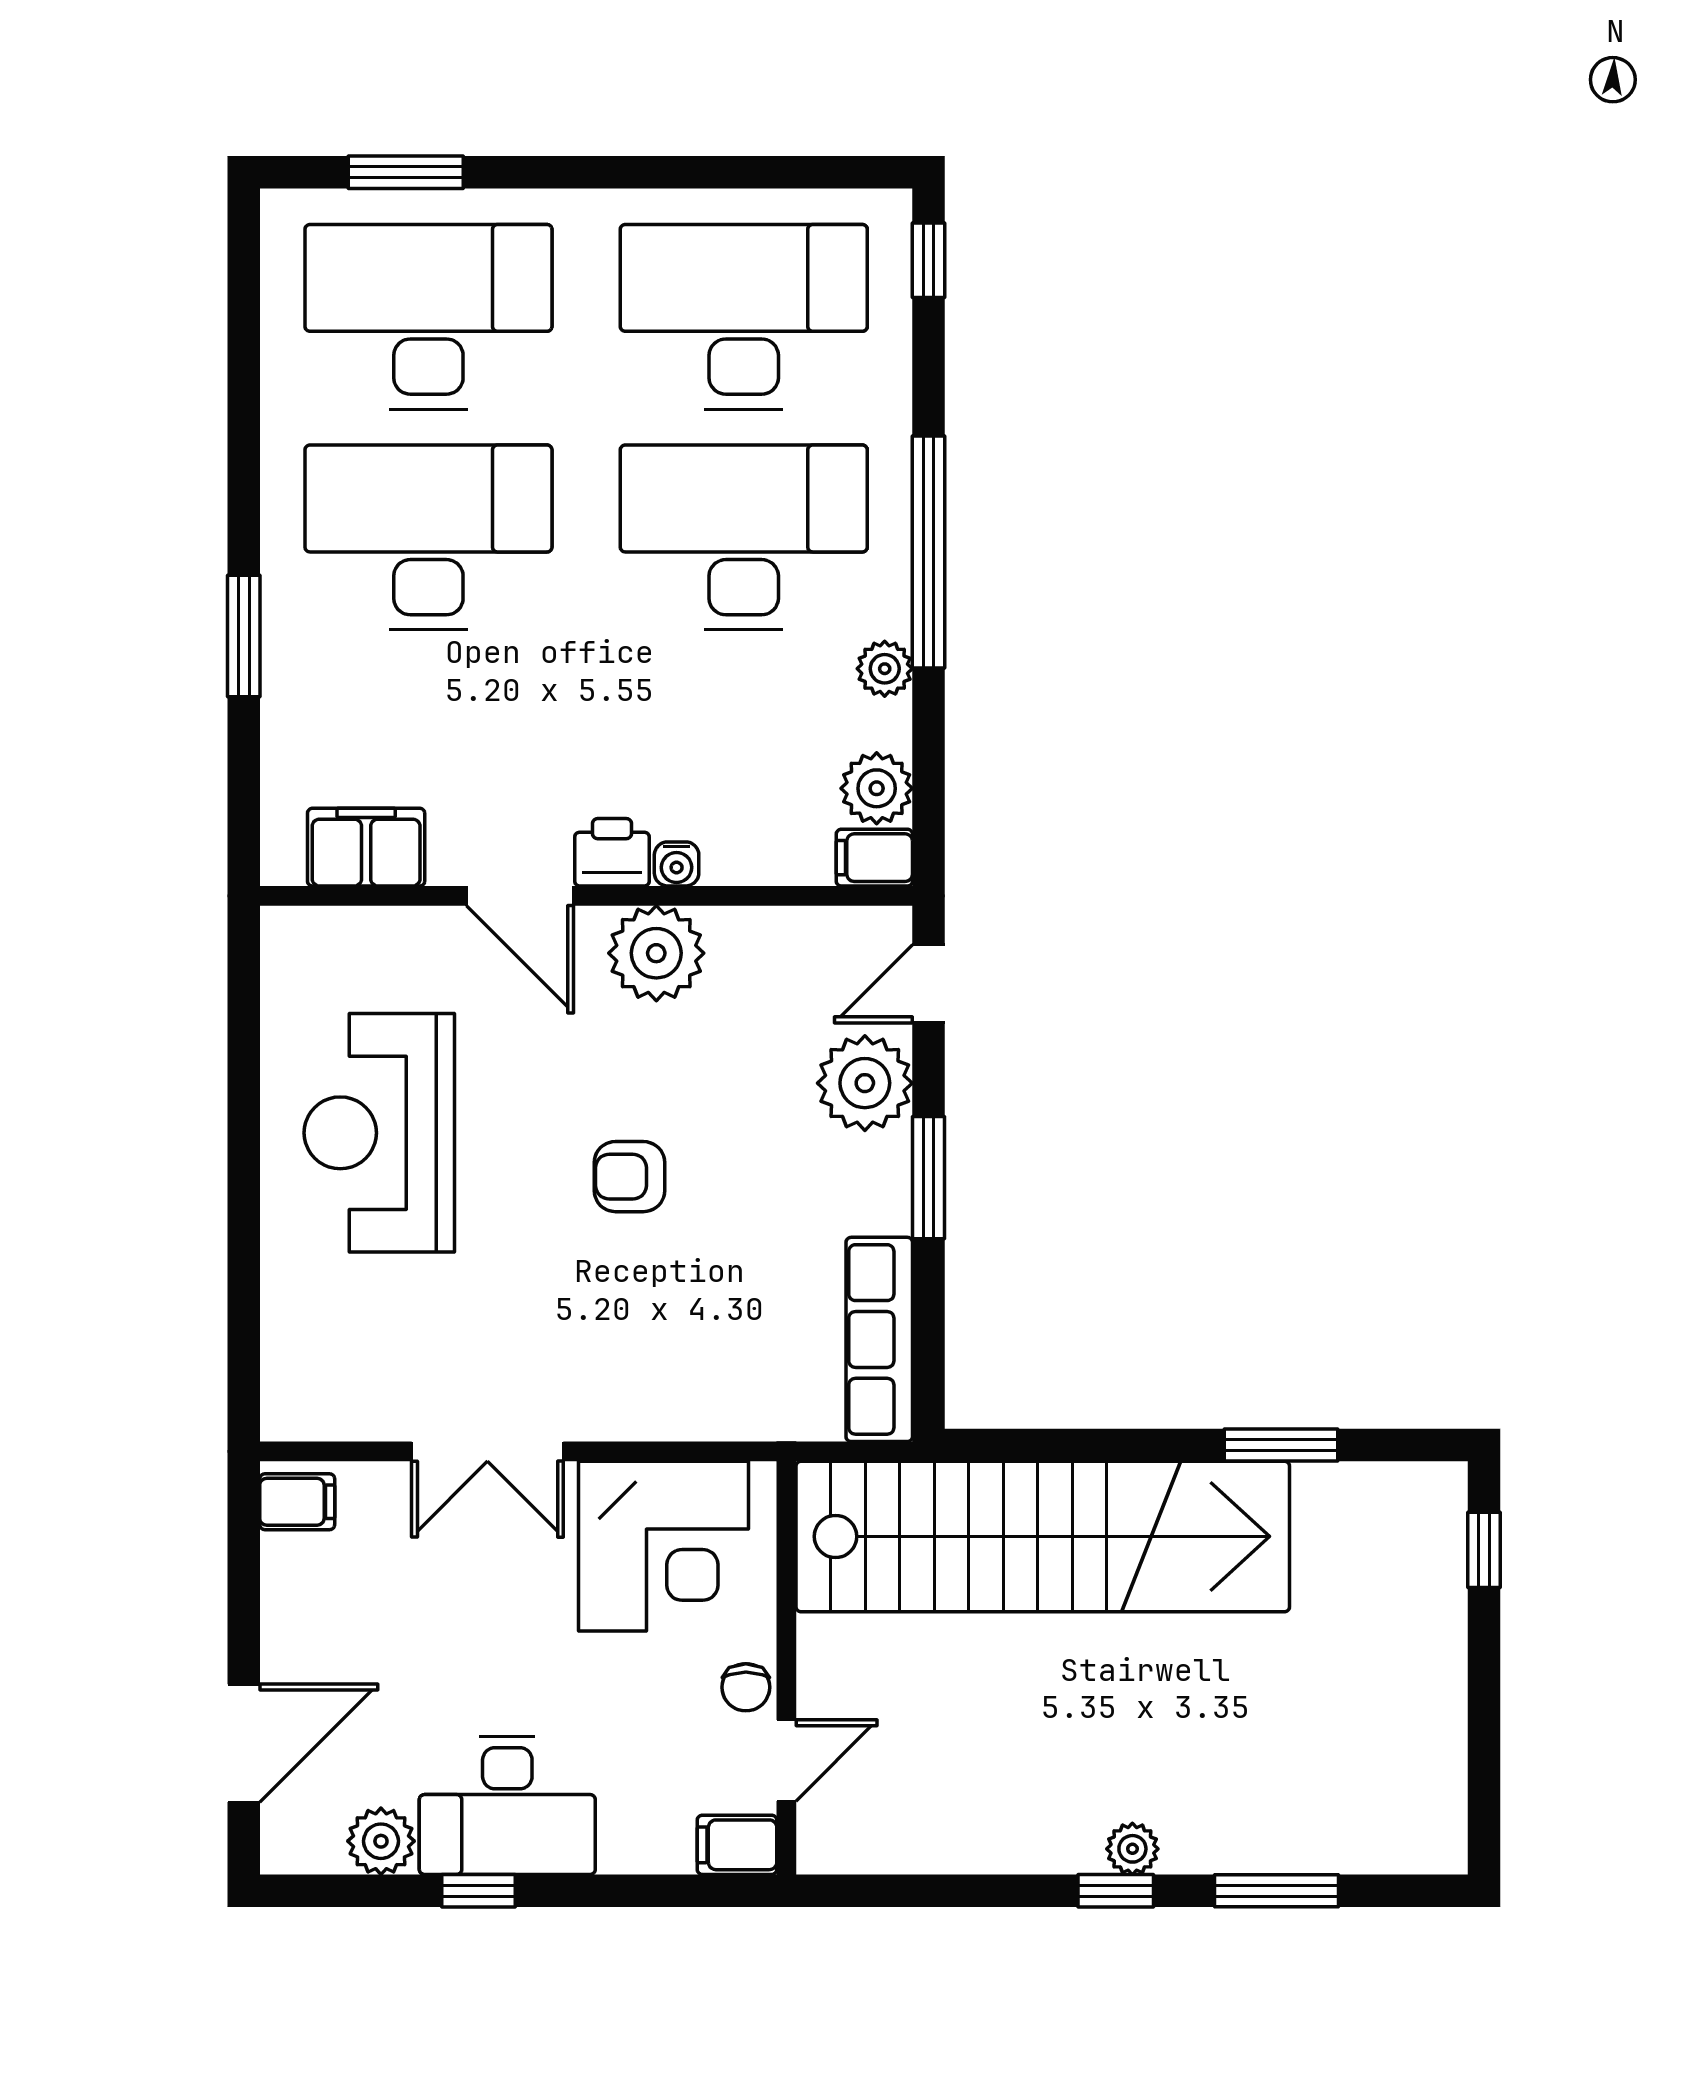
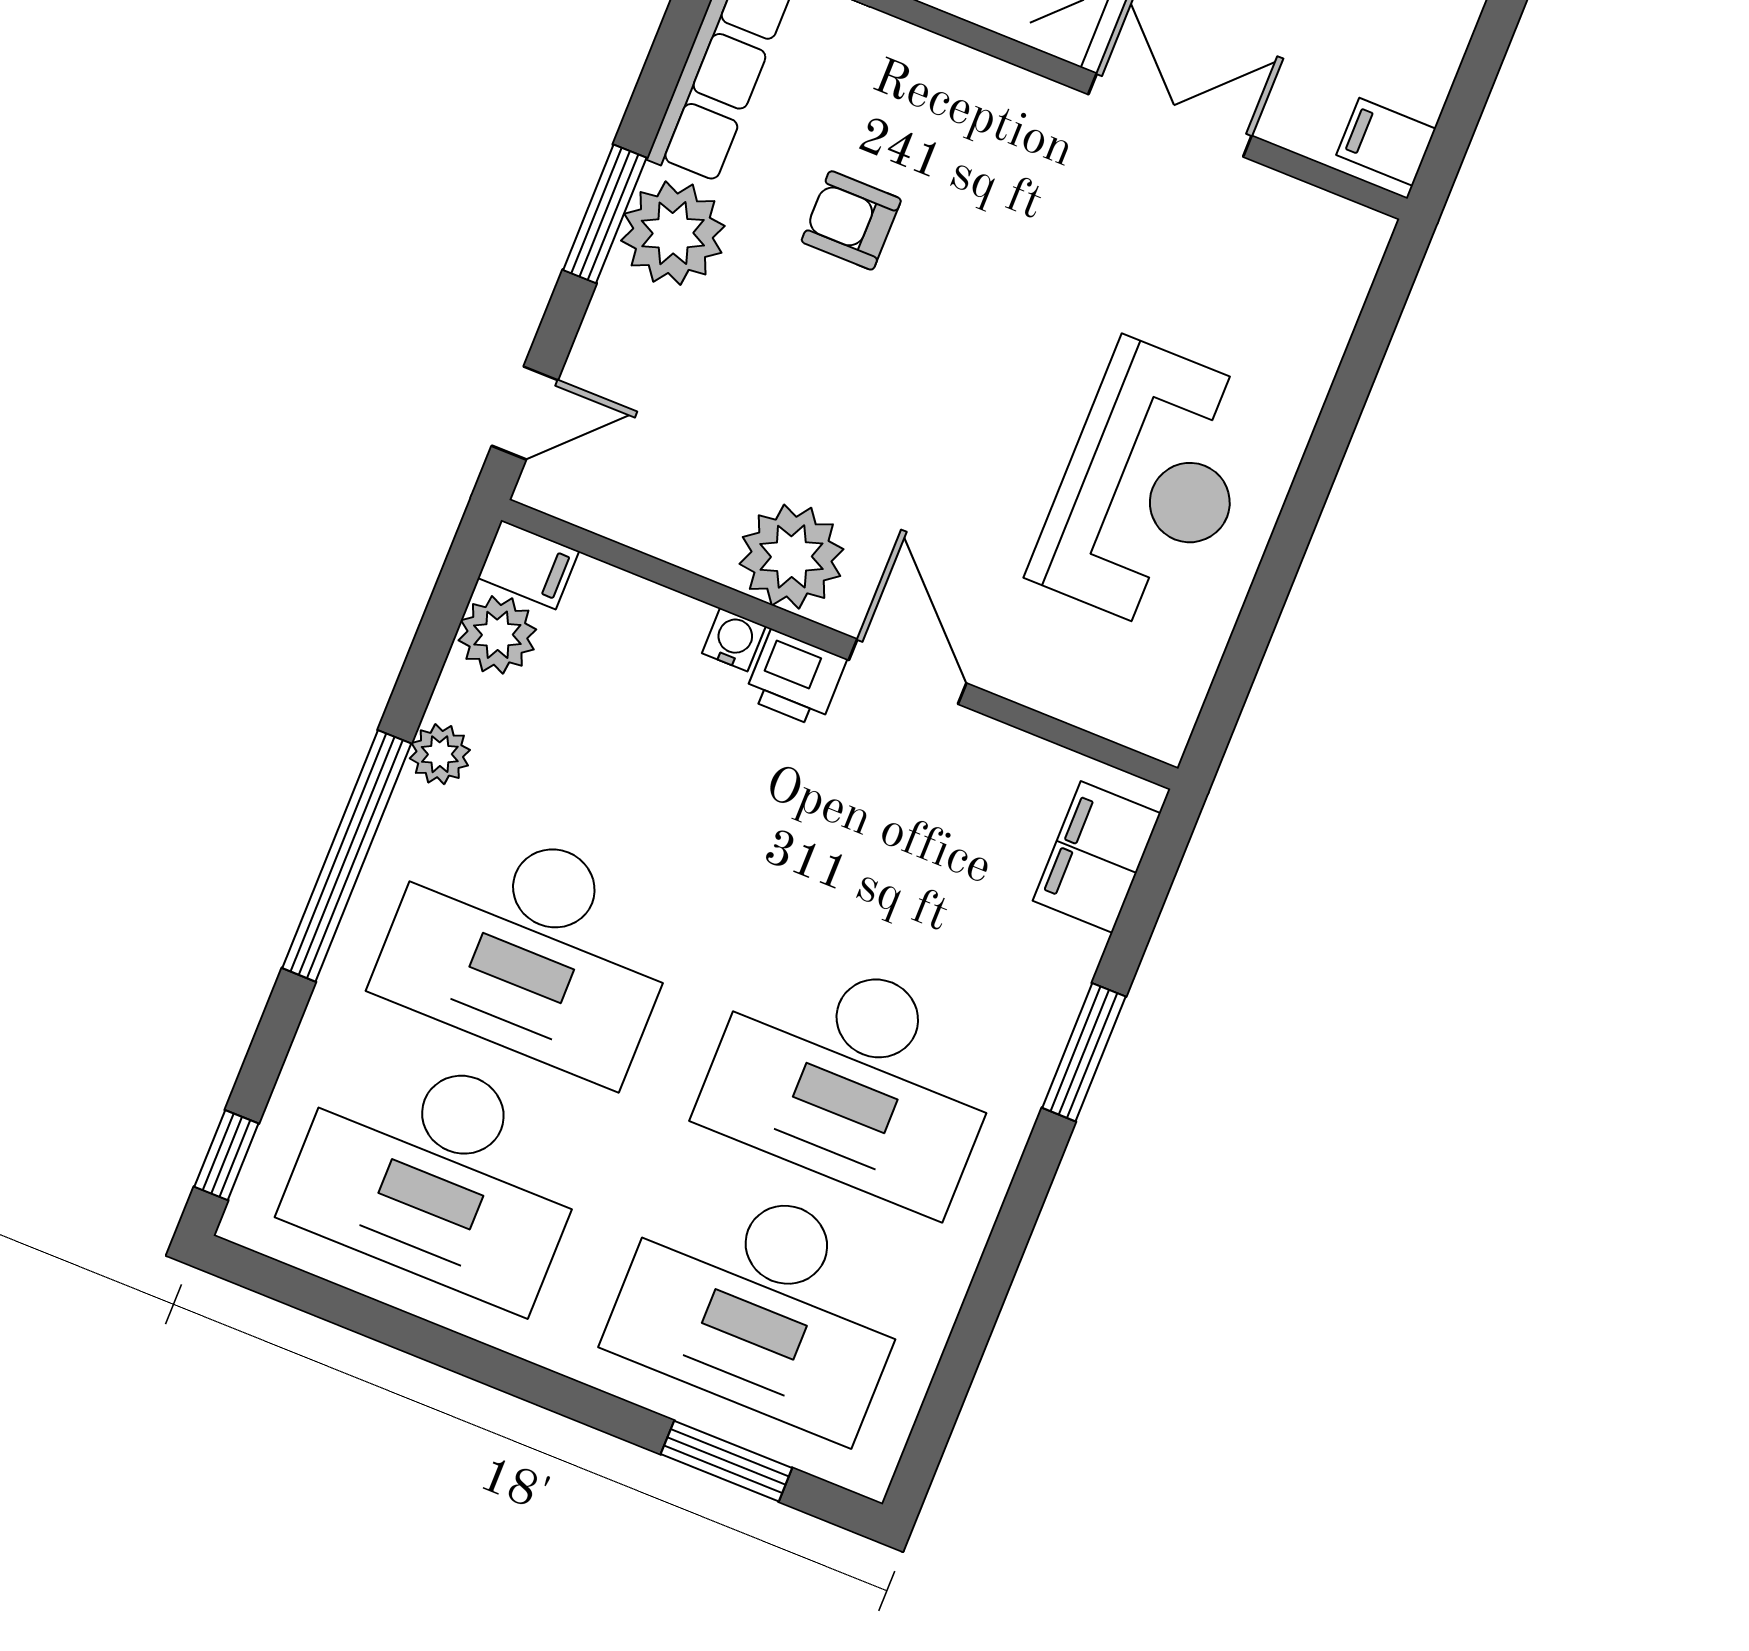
filing cabinet: (366, 847) -> (1097, 857), moved, turned 90
plant: (865, 1083) -> (673, 233), moved
armchair: (629, 1177) -> (851, 220), moved, turned 180

